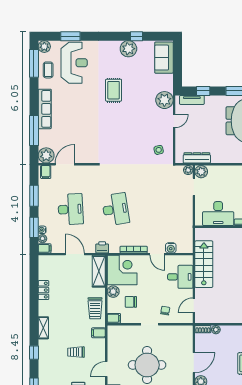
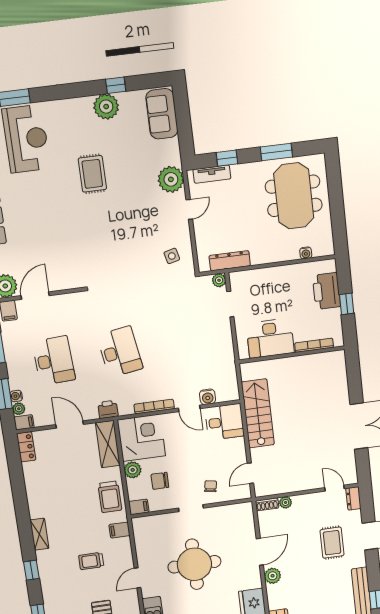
plant: (201, 172) -> (238, 280), removed
desk: (180, 277) -> (225, 422), moved
locker: (43, 290) -> (26, 447), moved

